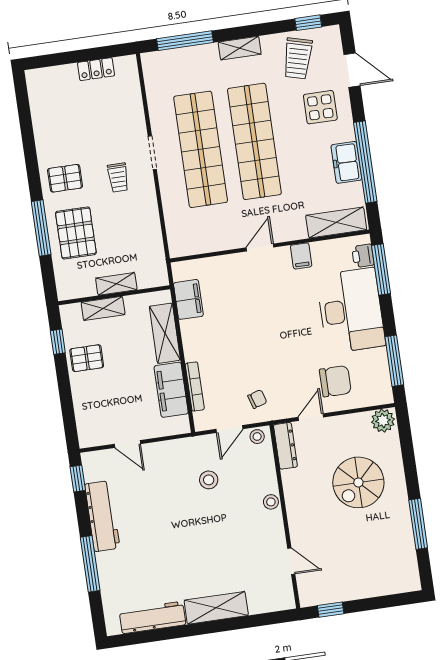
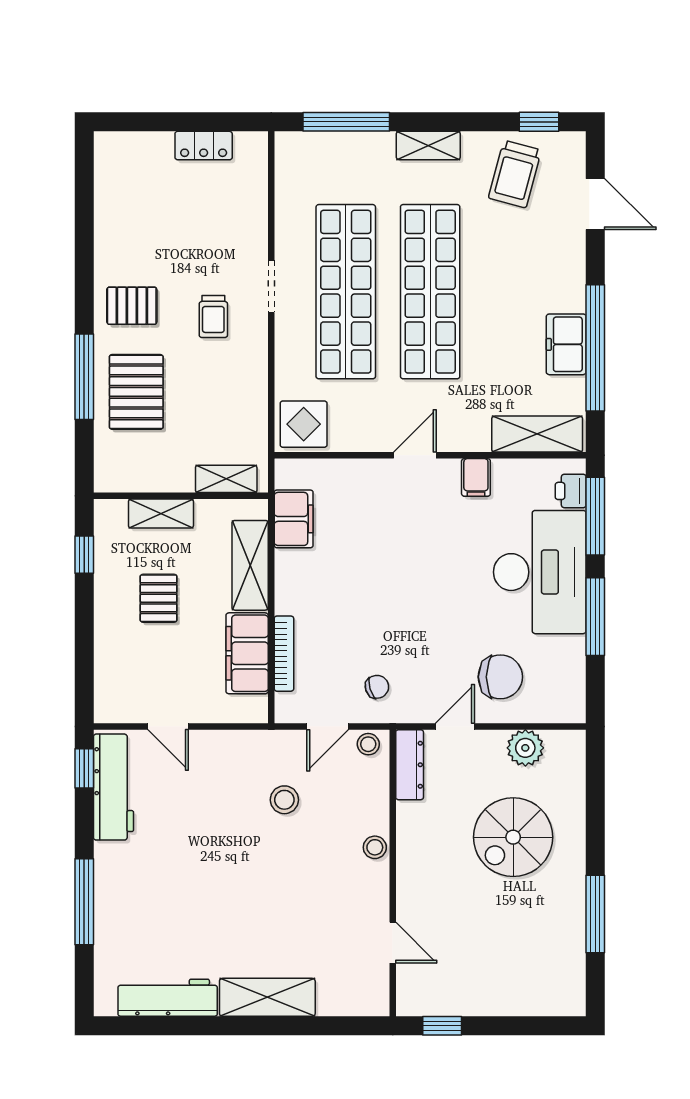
display table: (320, 107) -> (304, 424), moved
shelving: (116, 284) -> (226, 479), moved
pallet: (87, 358) -> (159, 598), moved, turned 90
window: (394, 361) -> (595, 617), moved
plant: (383, 421) -> (525, 748), moved
workbench: (102, 516) -> (113, 787), moved

